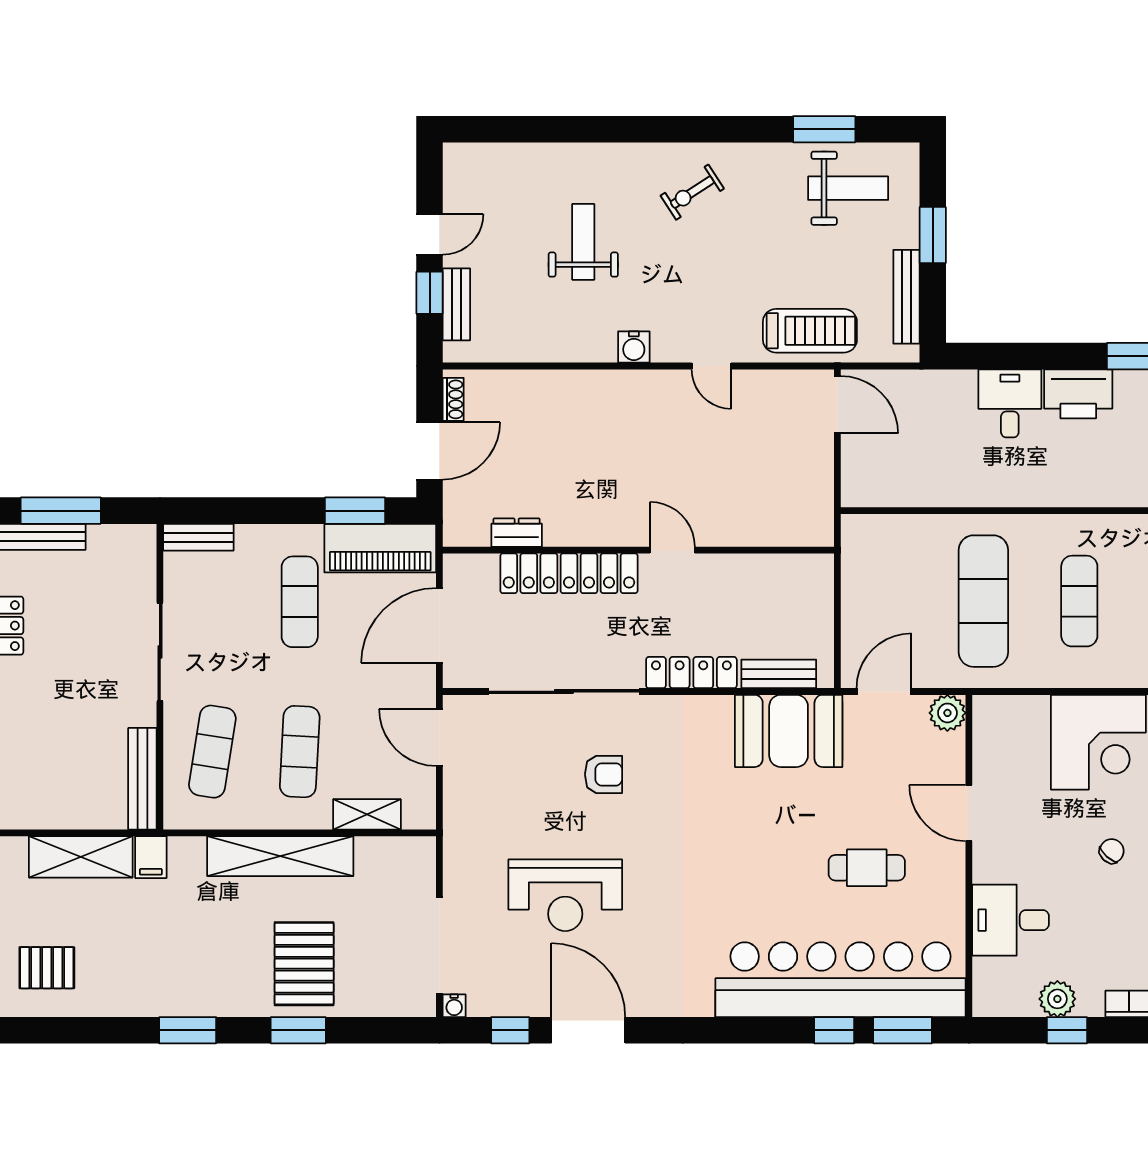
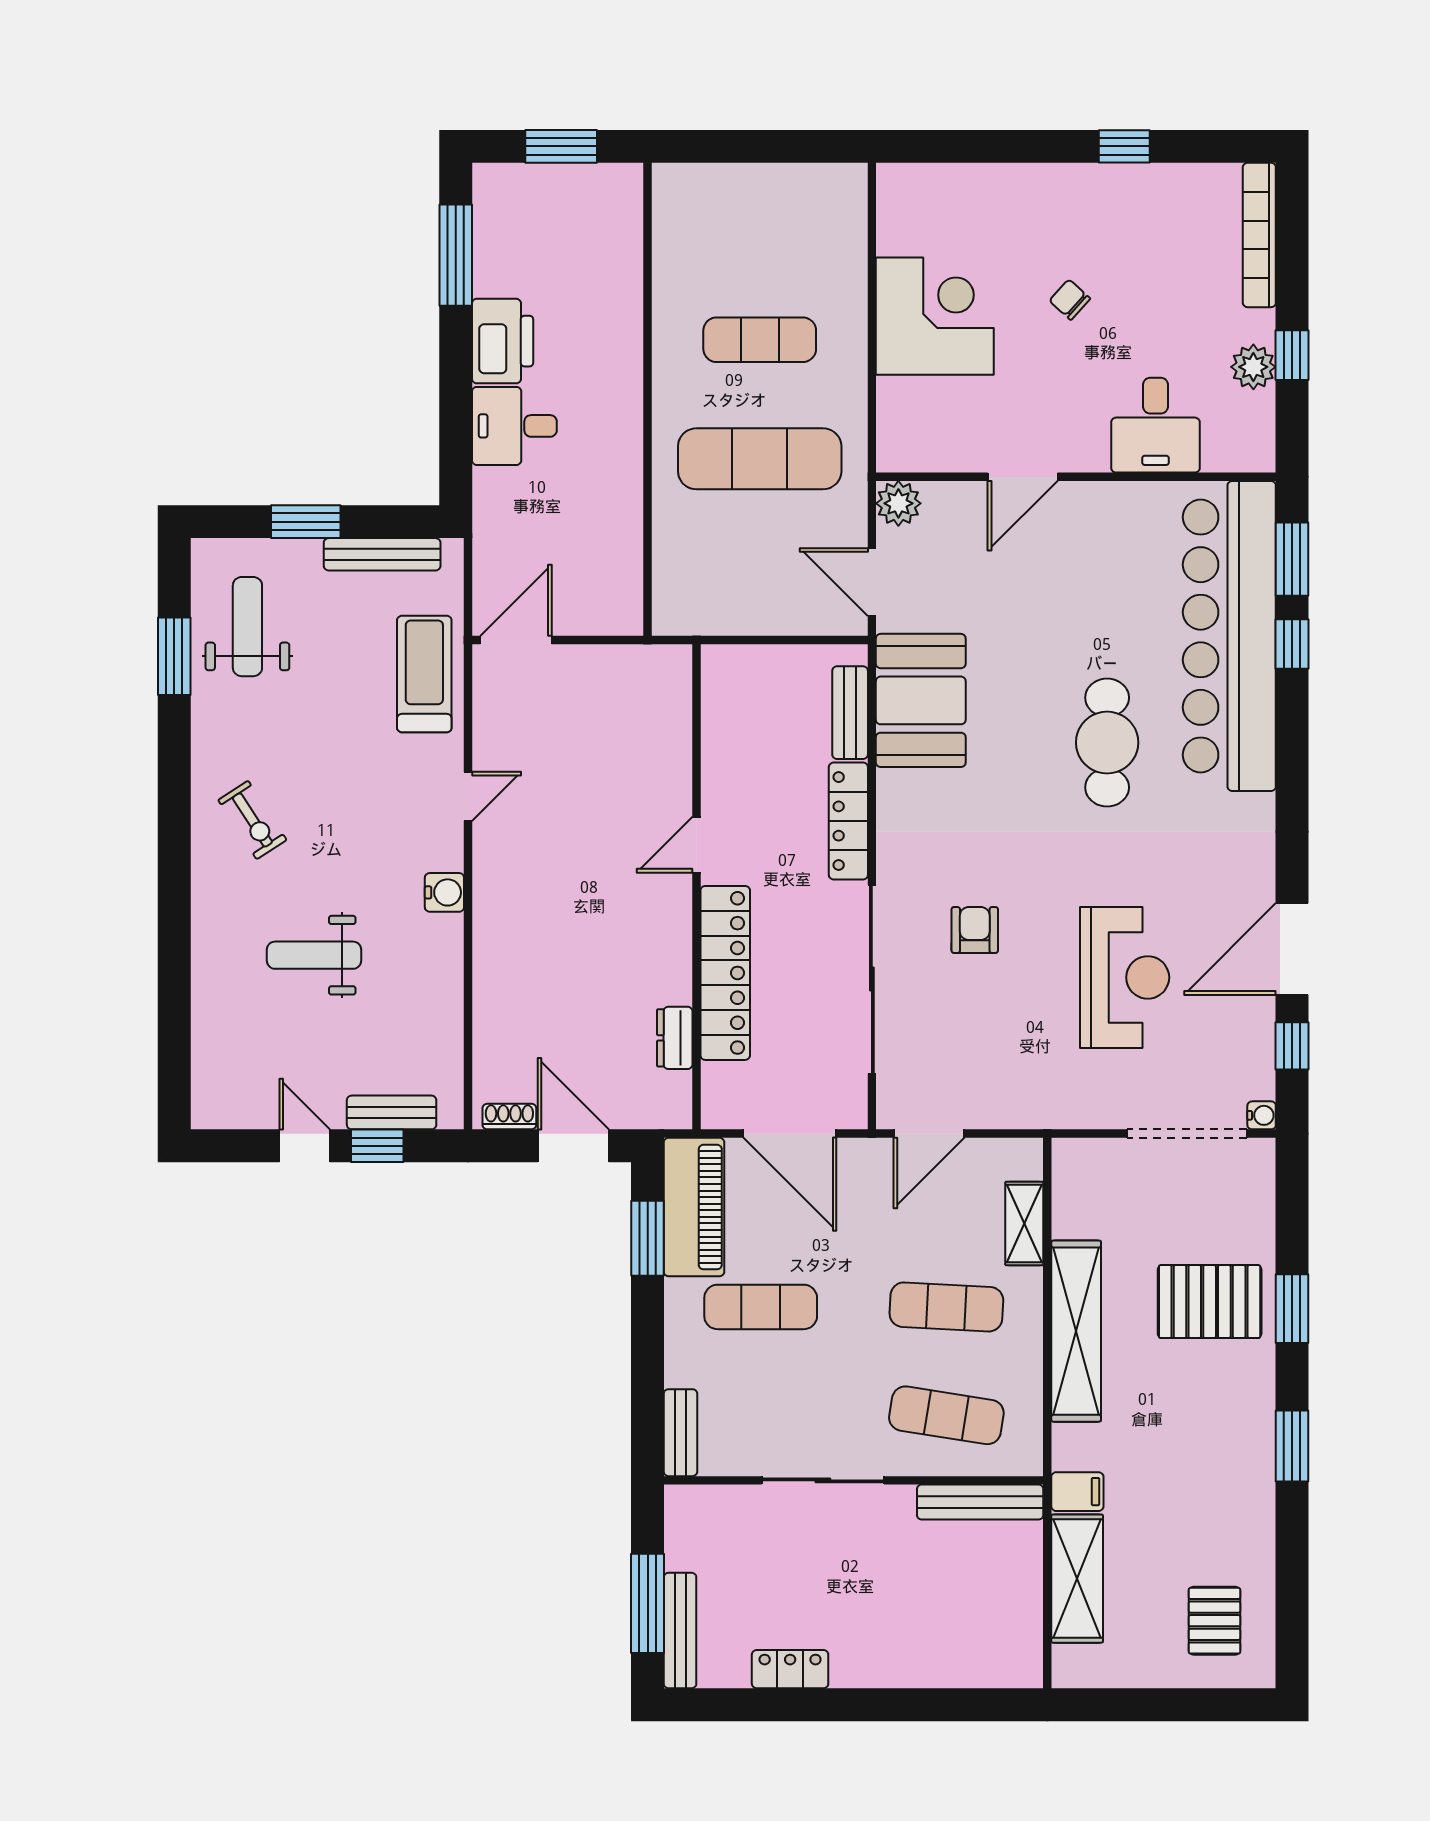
cafe table: (867, 868) -> (1107, 743), moved, width x1.37, depth x1.35

